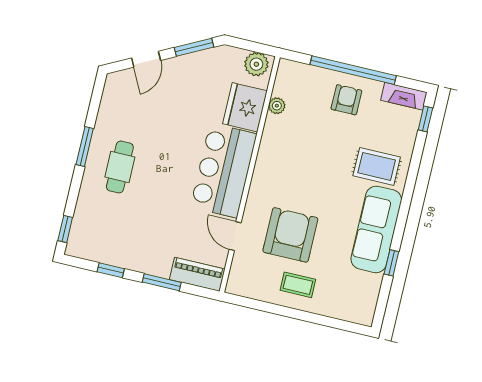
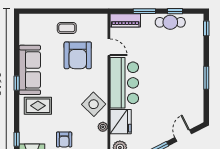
side table: (283, 147) -> (94, 104), added
cafe table: (120, 167) -> (170, 22), moved, turned 90
window: (391, 263) -> (17, 83), moved

